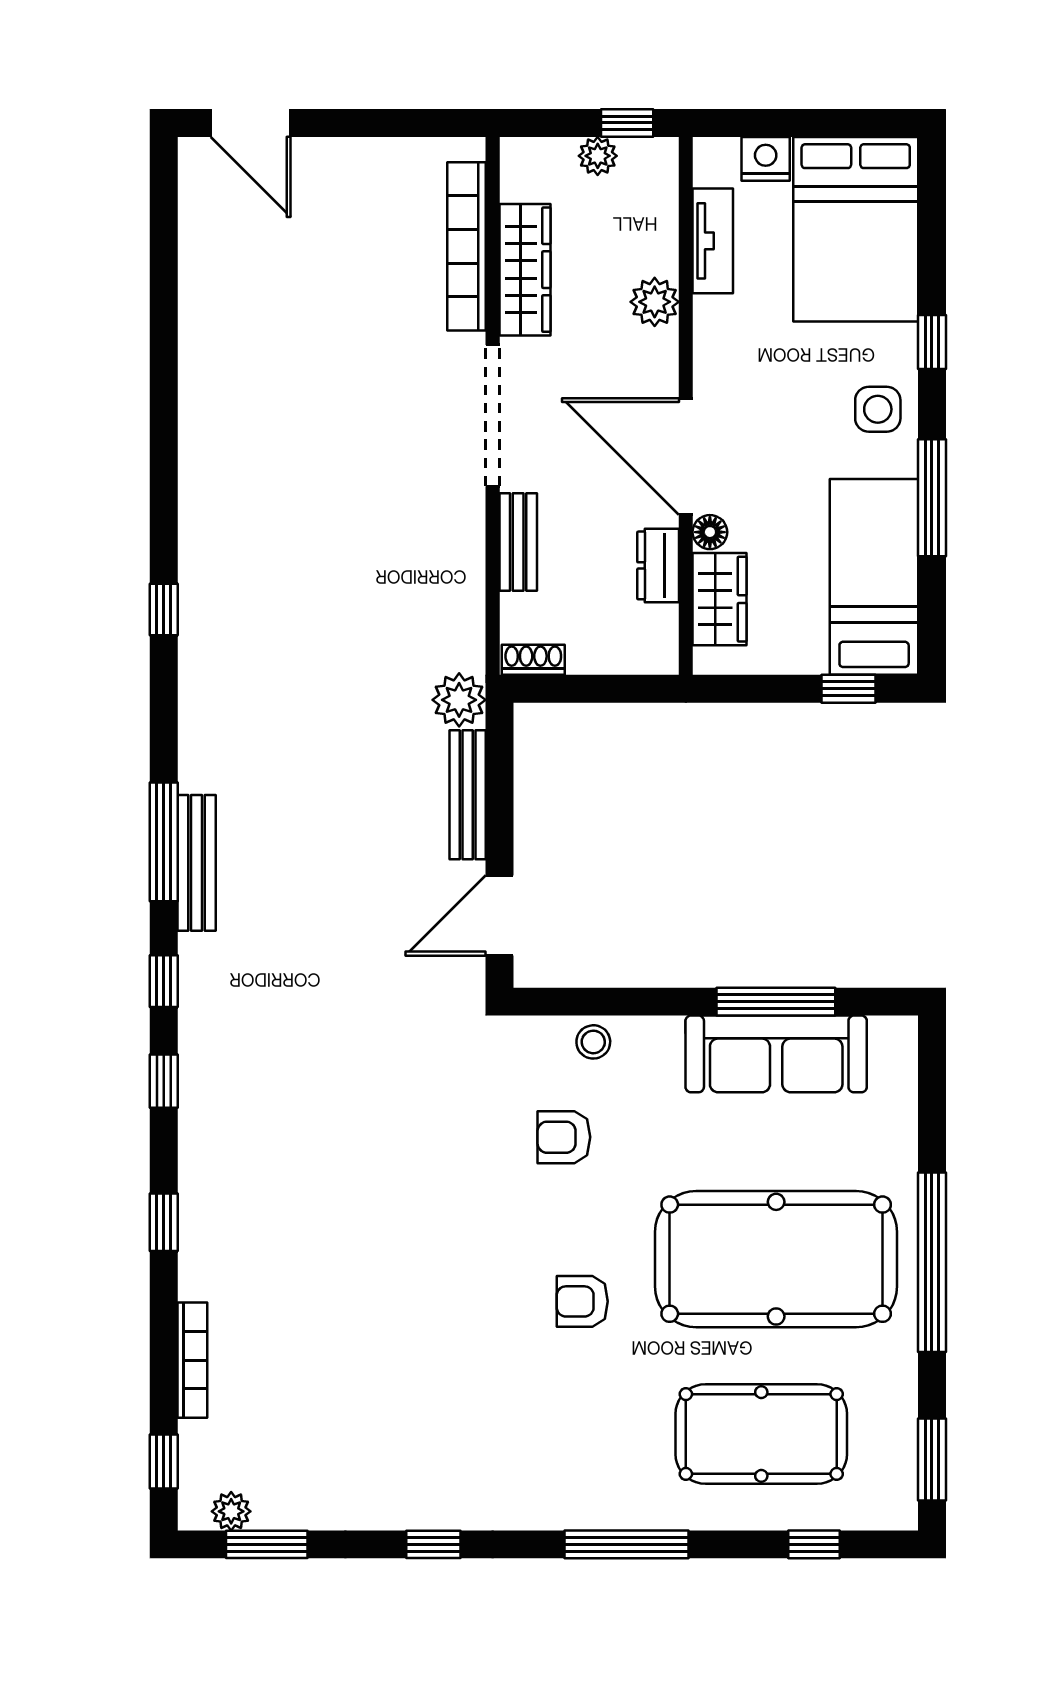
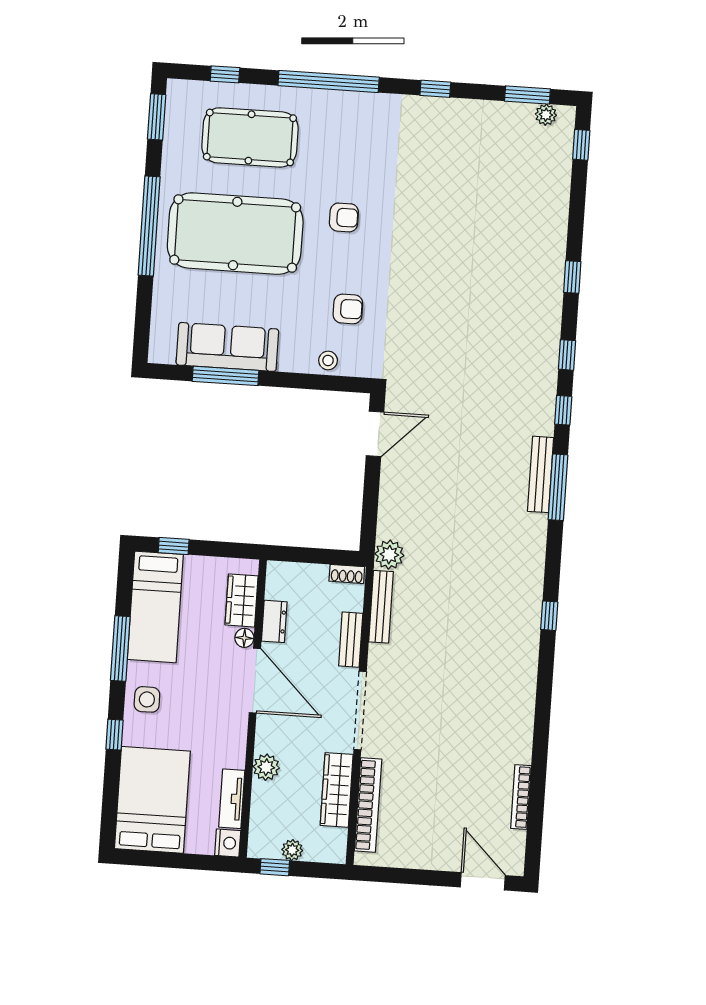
nightstand: (766, 159) -> (228, 843), moved, turned -90
bench: (468, 795) -> (381, 607), moved
bookcase: (192, 1360) -> (521, 797), moved
window: (627, 1544) -> (329, 81), width x1.46

